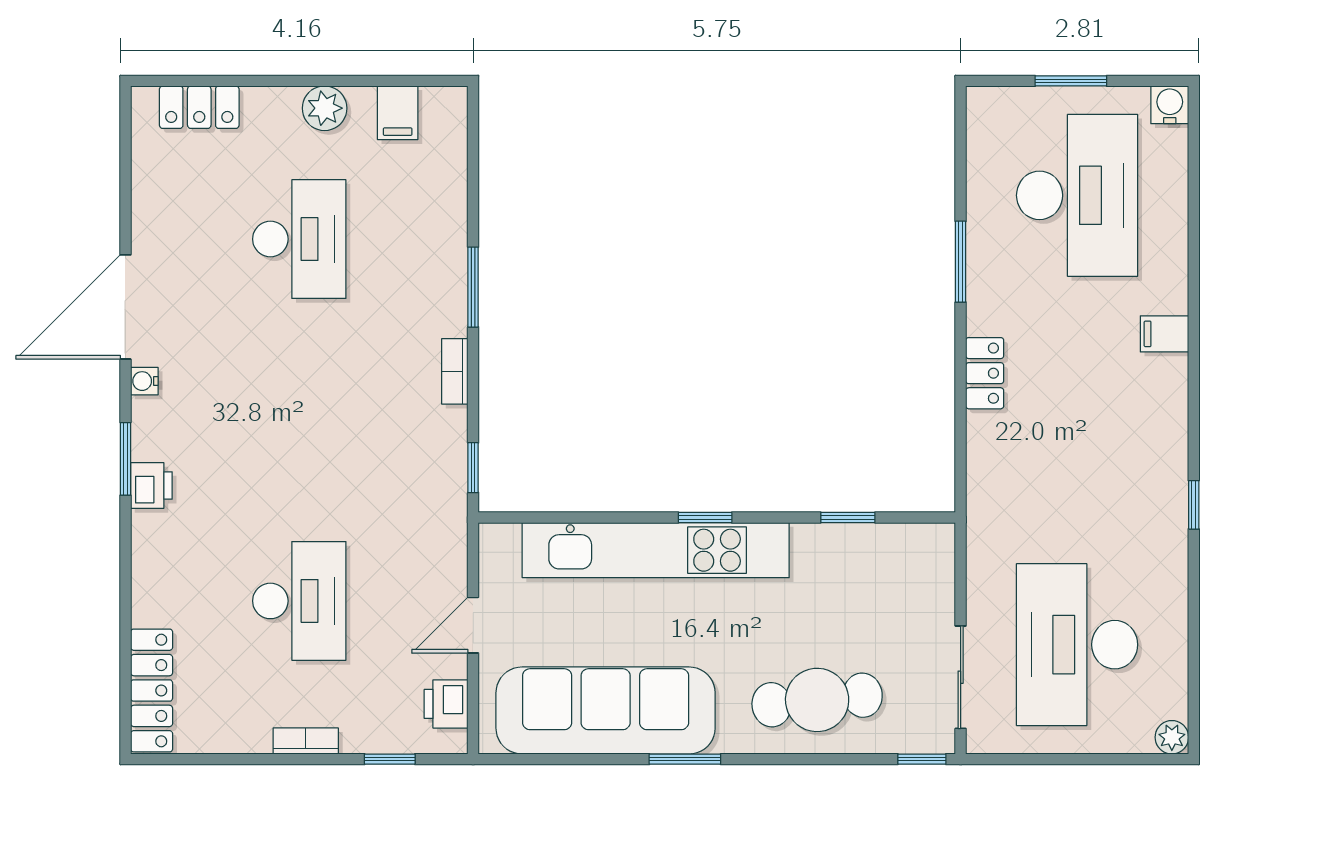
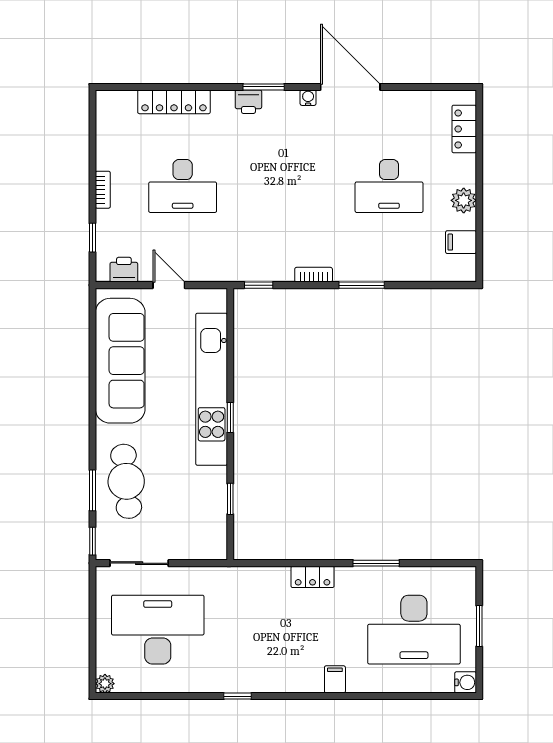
locker: (152, 690) -> (174, 102), moved
window: (685, 759) -> (92, 490), moved

